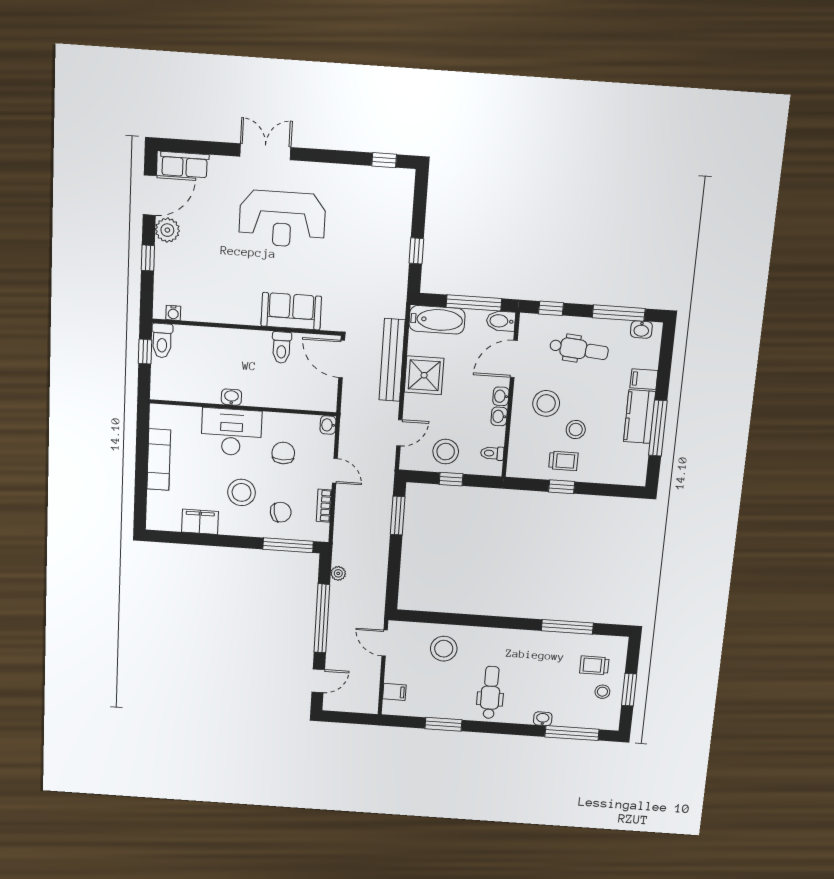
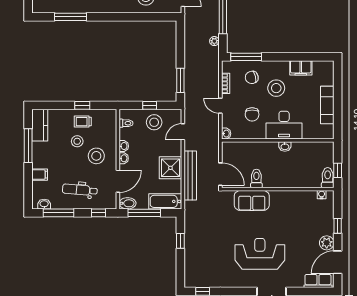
kitchen counter: (640, 417) -> (40, 125), moved

